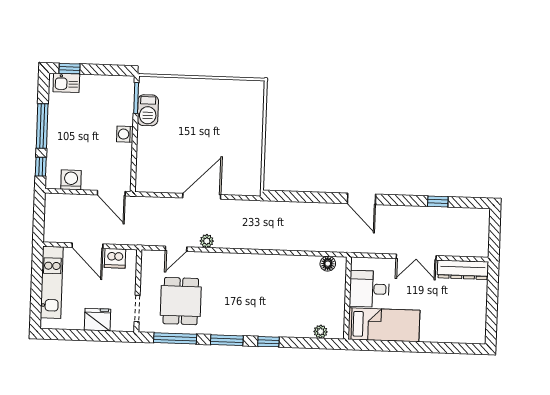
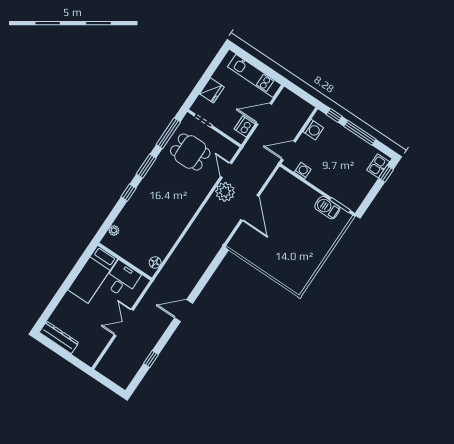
washing machine: (125, 134) -> (303, 171), moved
plant: (207, 241) -> (225, 192), width x1.88, depth x1.88
dresser: (463, 270) -> (59, 337), moved, turned 90

